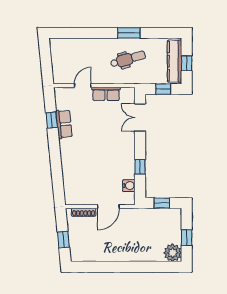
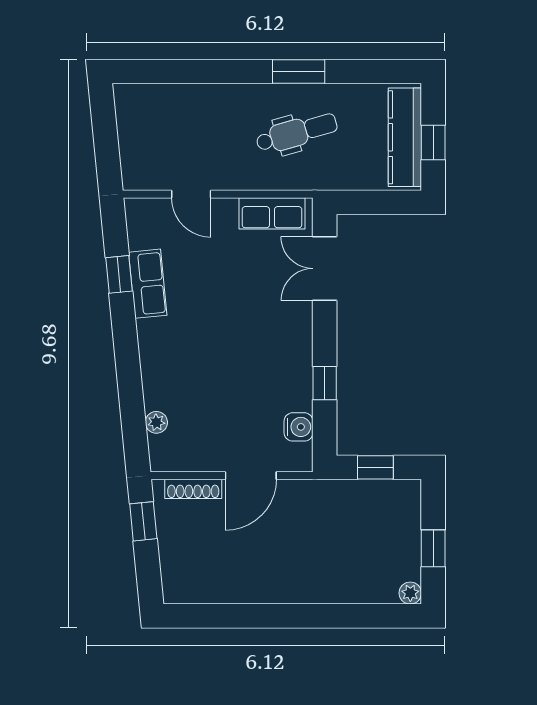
door: (83, 86) -> (191, 194), swing flipped
window: (163, 89) -> (379, 202), removed
row of seats: (106, 94) -> (272, 213), moved
plant: (68, 184) -> (156, 422), added
window: (63, 240) -> (143, 521), moved
plant: (173, 253) -> (410, 593), width x0.53, depth x0.53

